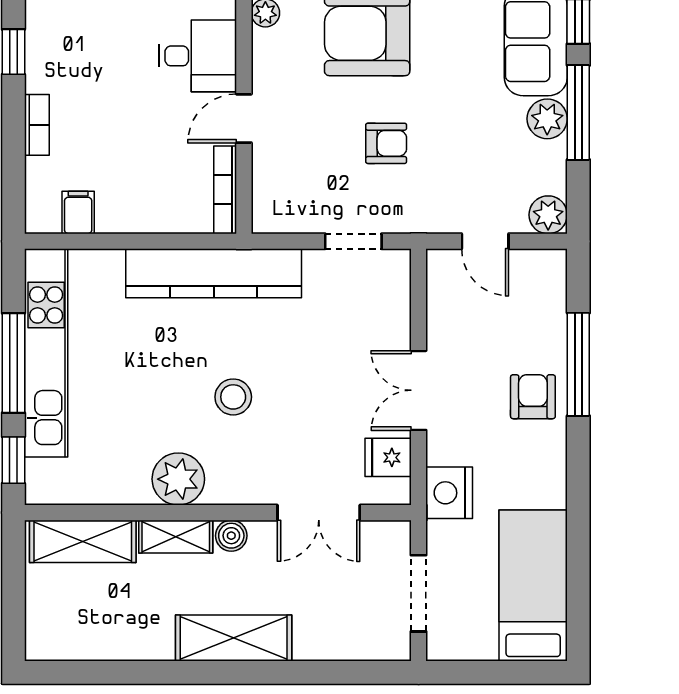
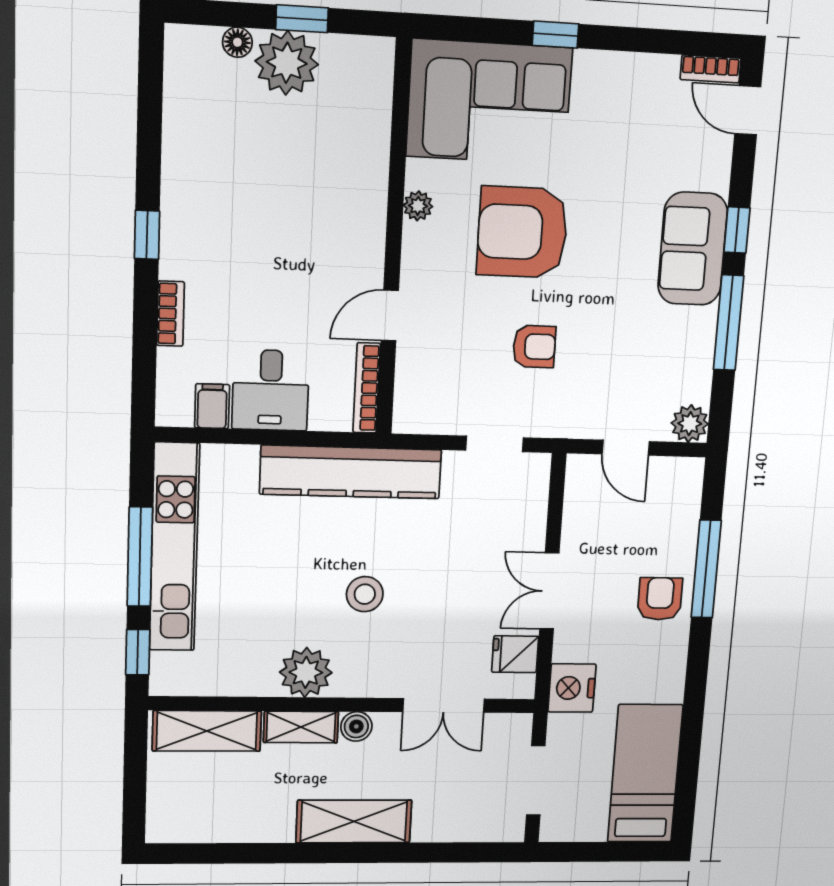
desk: (198, 56) -> (271, 390), moved, turned 90
plant: (547, 119) -> (697, 328), removed

